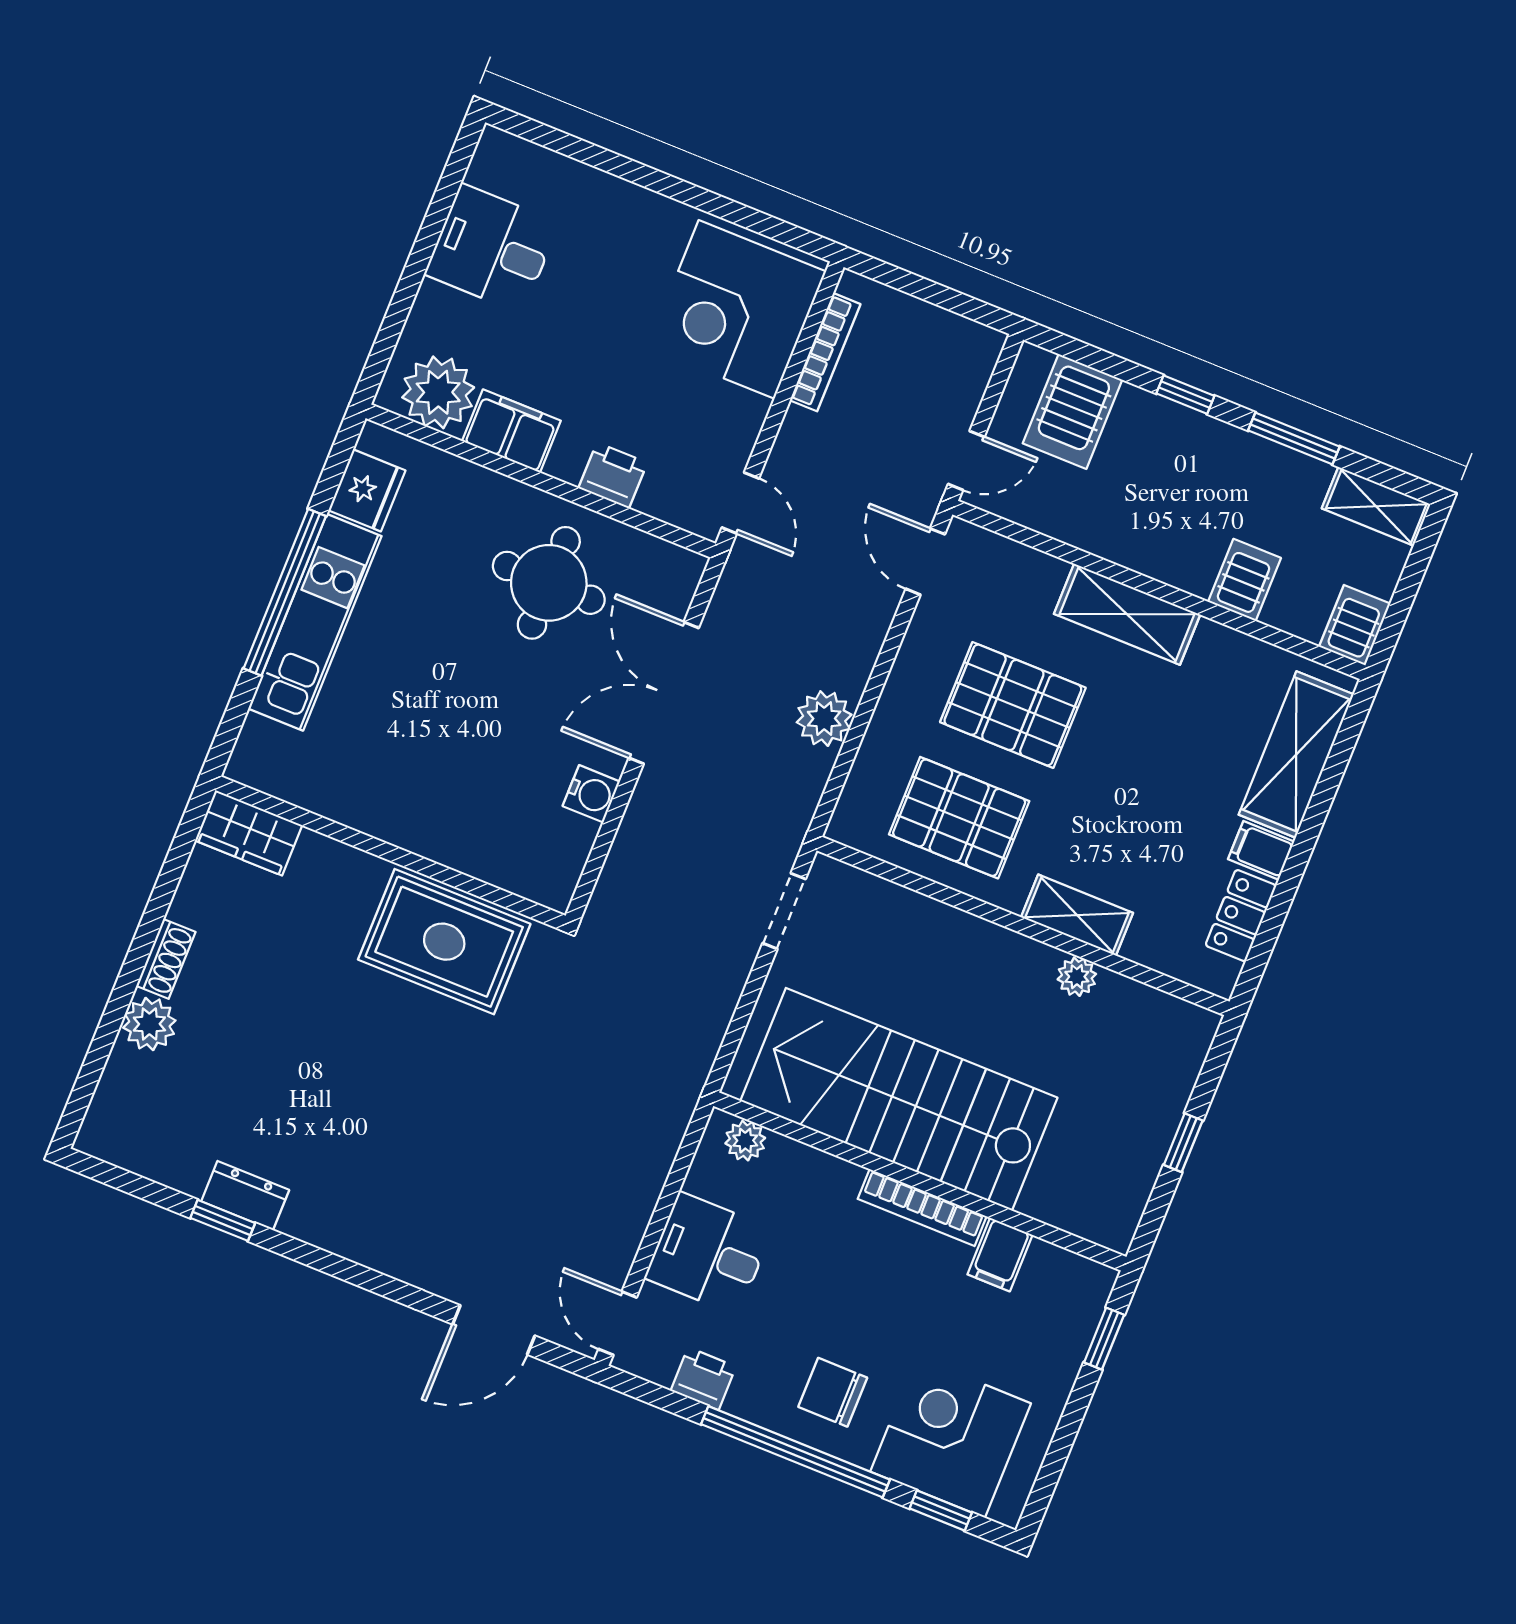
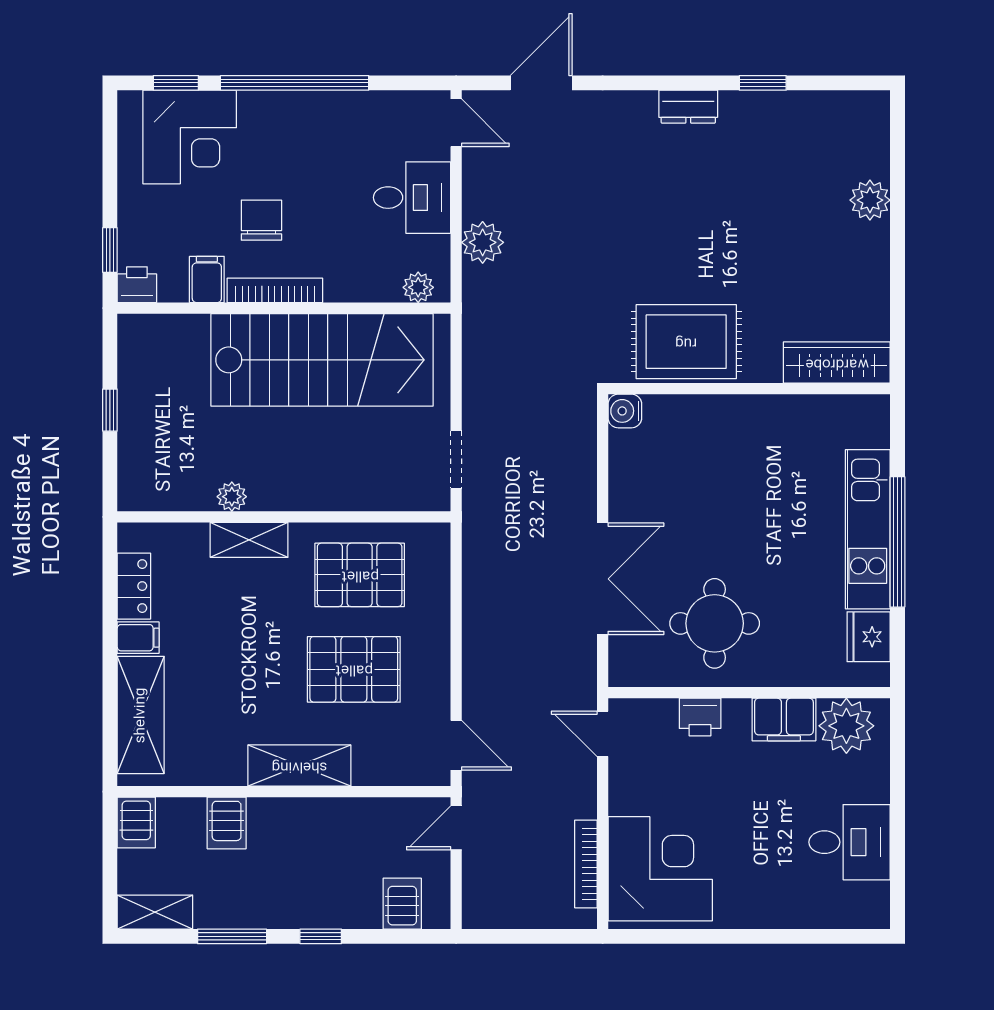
server rack: (1072, 411) -> (402, 904), width x0.73, depth x0.70
plant: (824, 719) -> (483, 242), moved
water cooler: (591, 794) -> (625, 411), moved
wardrobe: (249, 833) -> (837, 363), width x1.50
shoe rack: (166, 959) -> (877, 251), removed
dresser: (245, 1196) -> (688, 107), moved
printer: (703, 1379) -> (137, 285), moved, turned 180
chair: (833, 1392) -> (261, 220), moved, turned -90

